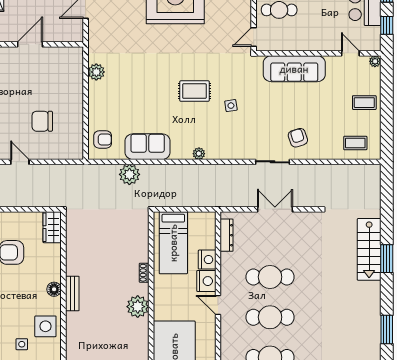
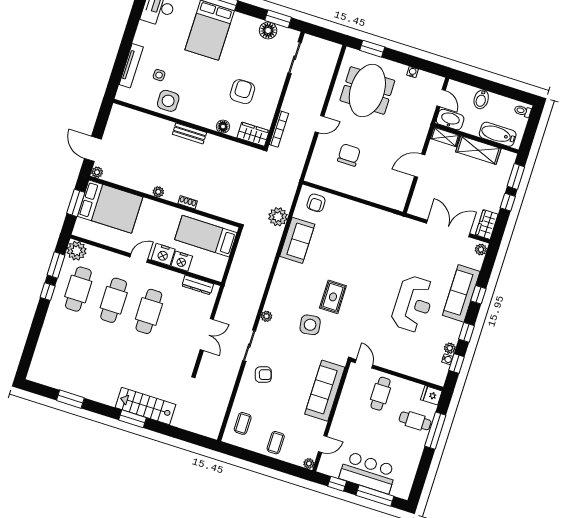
door: (30, 44) -> (420, 166), swing flipped
plant: (96, 72) -> (377, 216), removed
side table: (231, 106) -> (310, 325), width x1.87, depth x1.87
plant: (199, 154) -> (266, 316), moved
bookcase: (38, 202) -> (279, 129), added
floor lamp: (54, 289) -> (223, 127), moved
plant: (138, 307) -> (158, 192), width x0.53, depth x0.53

